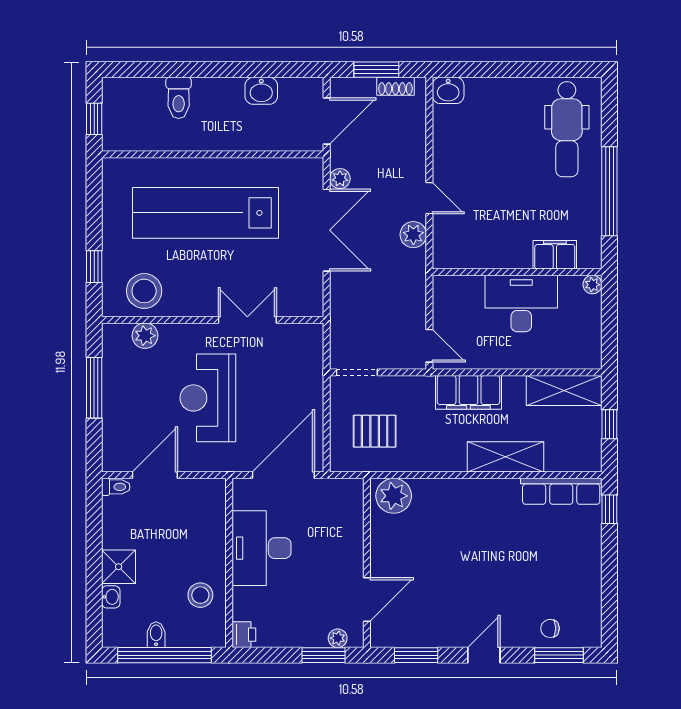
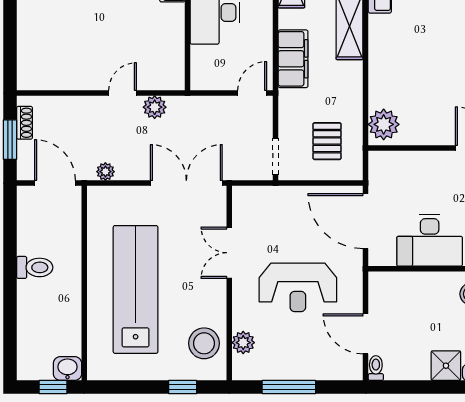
washbasin: (448, 90) -> (28, 77), removed
washbasin: (261, 91) -> (67, 369), moved, turned -90
toilet: (179, 98) -> (35, 267), moved
lab bench: (206, 213) -> (136, 289), turned 180
double door: (327, 230) -> (186, 183), moved

